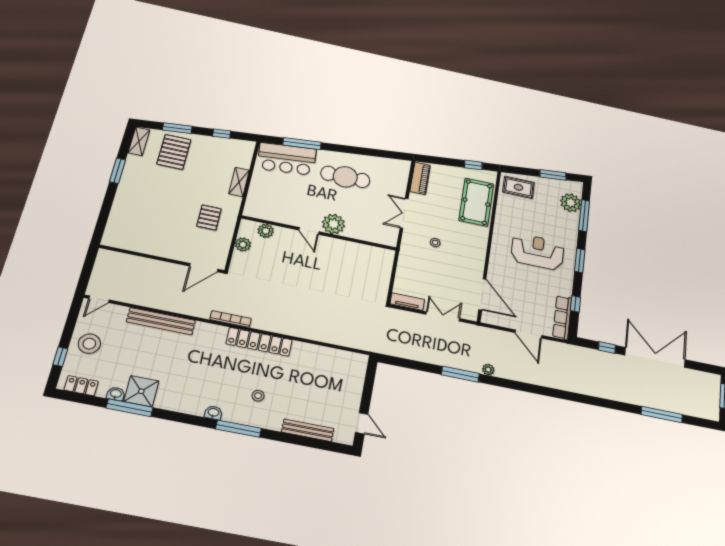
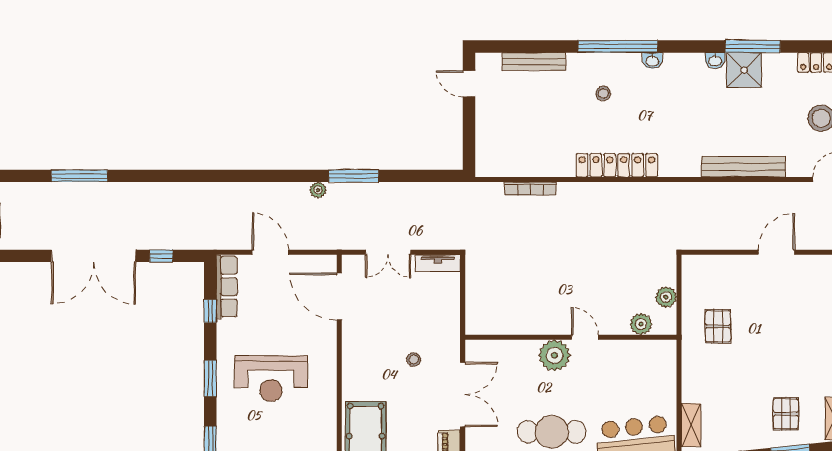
pallet: (174, 152) -> (786, 414), width x0.67, depth x0.71
shelving: (239, 182) -> (691, 425), moved
double door: (404, 213) -> (463, 395), width x1.37
door: (204, 268) -> (776, 252), moved
bookcase: (231, 319) -> (530, 188), moved
washbasin: (116, 394) -> (715, 61), moved
window: (238, 429) -> (618, 46), width x1.46

